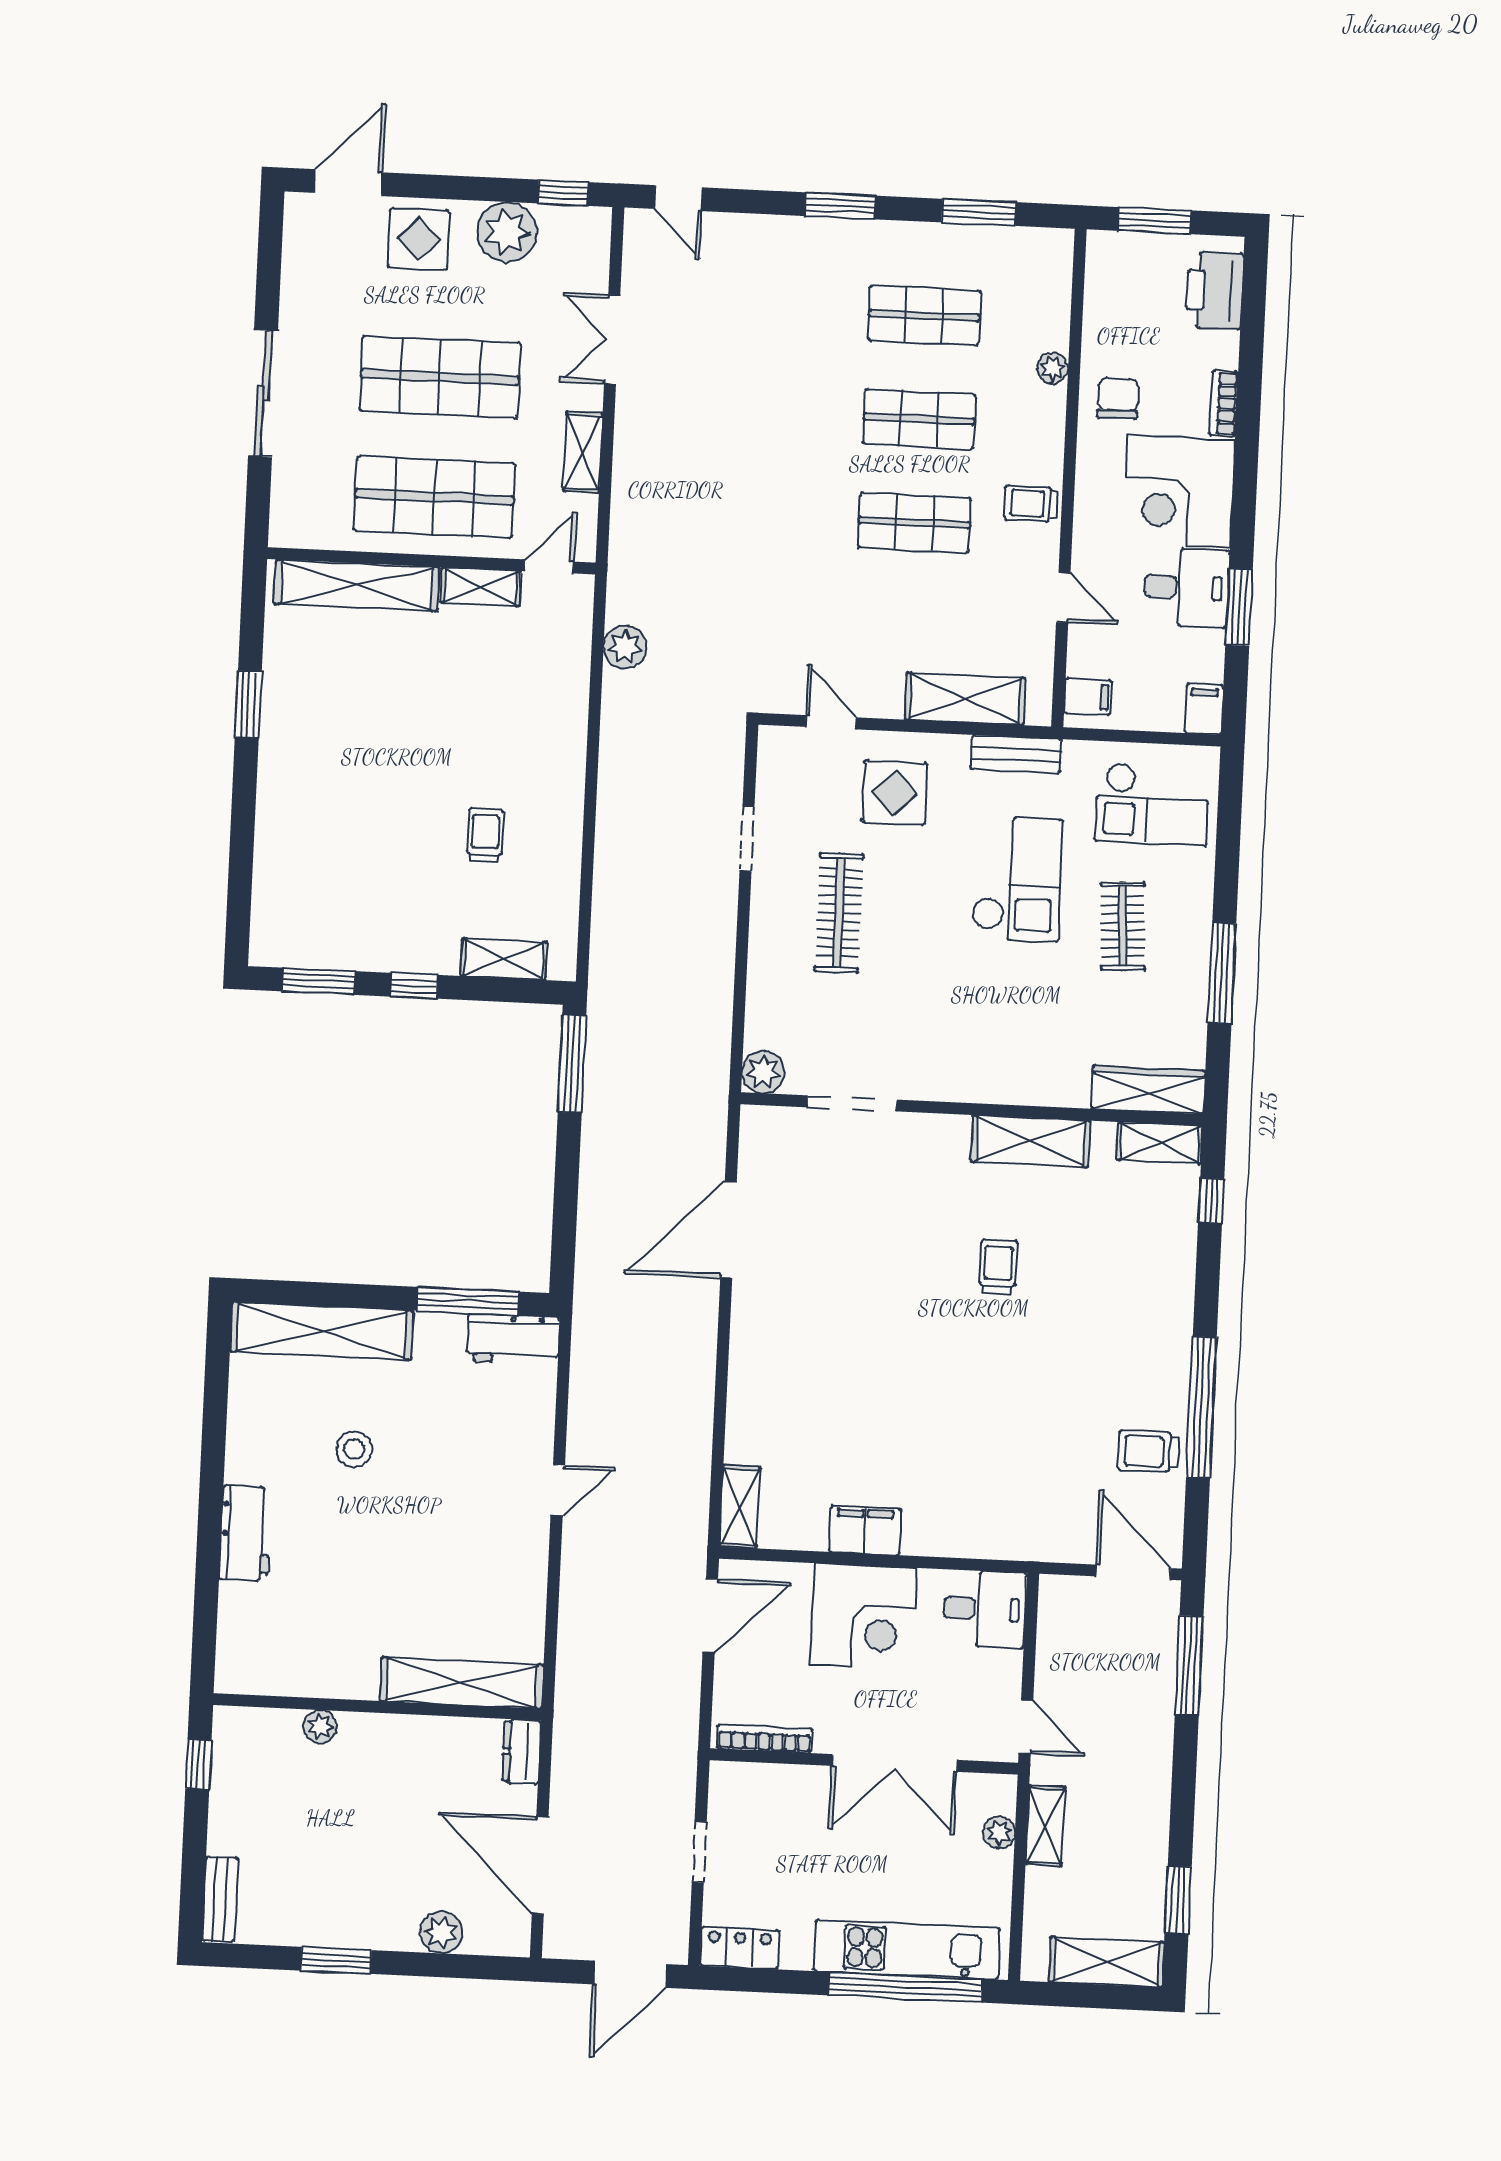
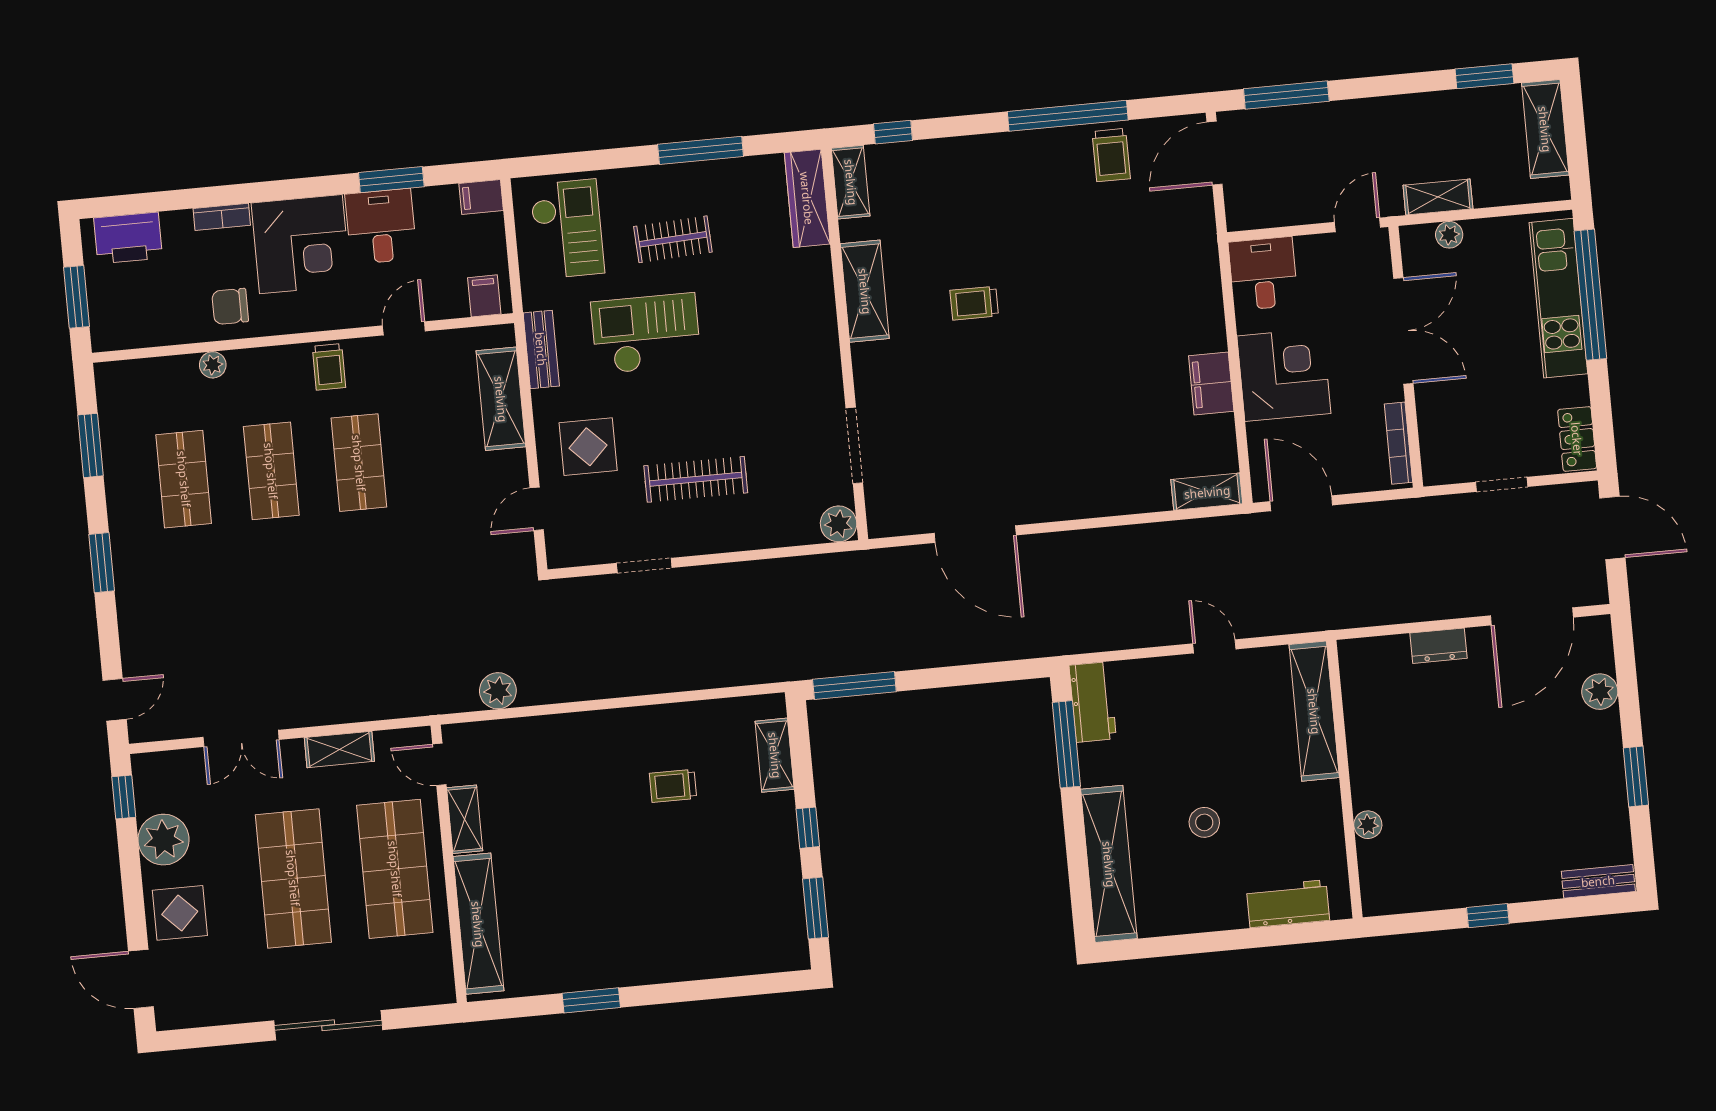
shelving: (462, 1683) -> (1314, 711), moved
wall: (377, 1707) -> (1344, 779), moved
plant: (320, 1727) -> (1368, 825), moved

